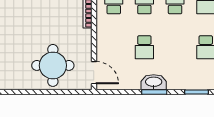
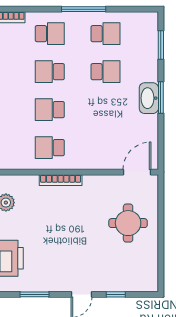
school desk: (144, 47) -> (106, 72), moved
round table: (53, 65) -> (128, 223), width x0.73, depth x0.73

